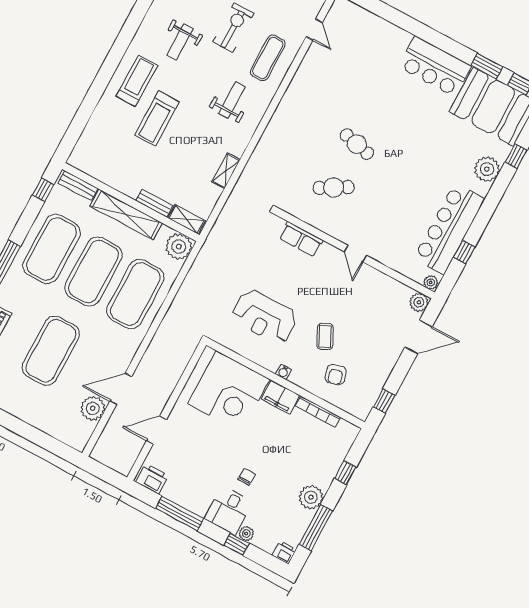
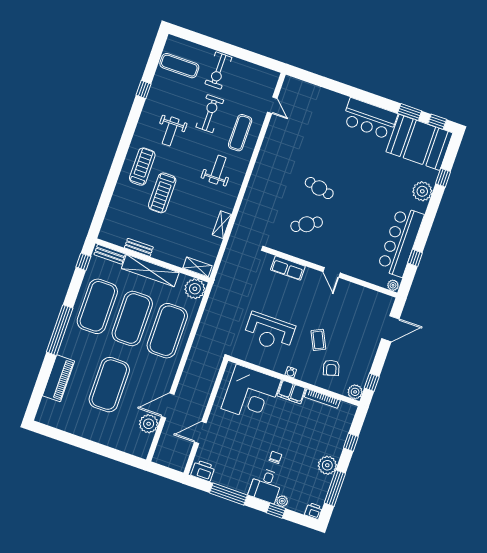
bench: (154, 203) -> (139, 247), moved
plant: (419, 302) -> (355, 392), moved

